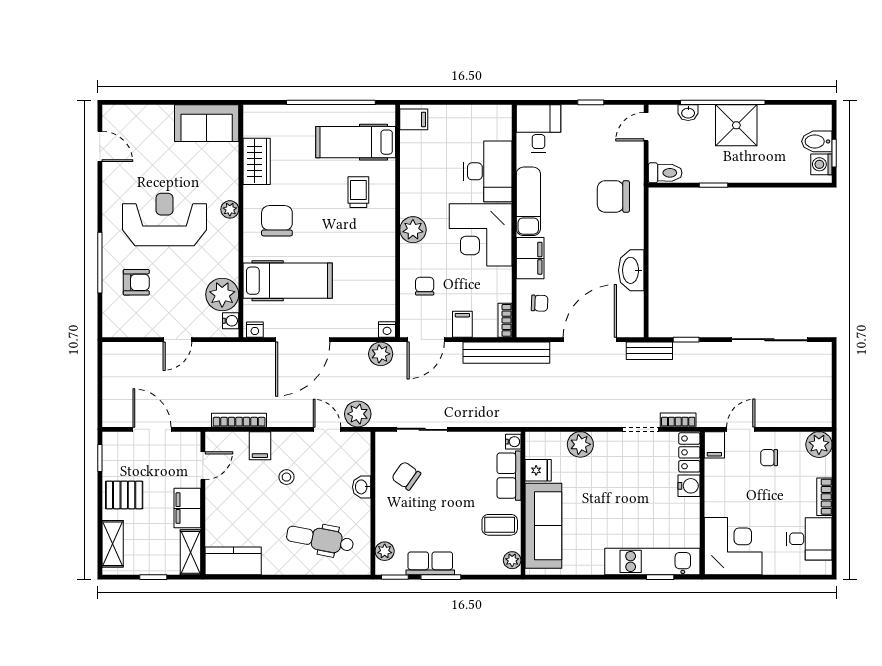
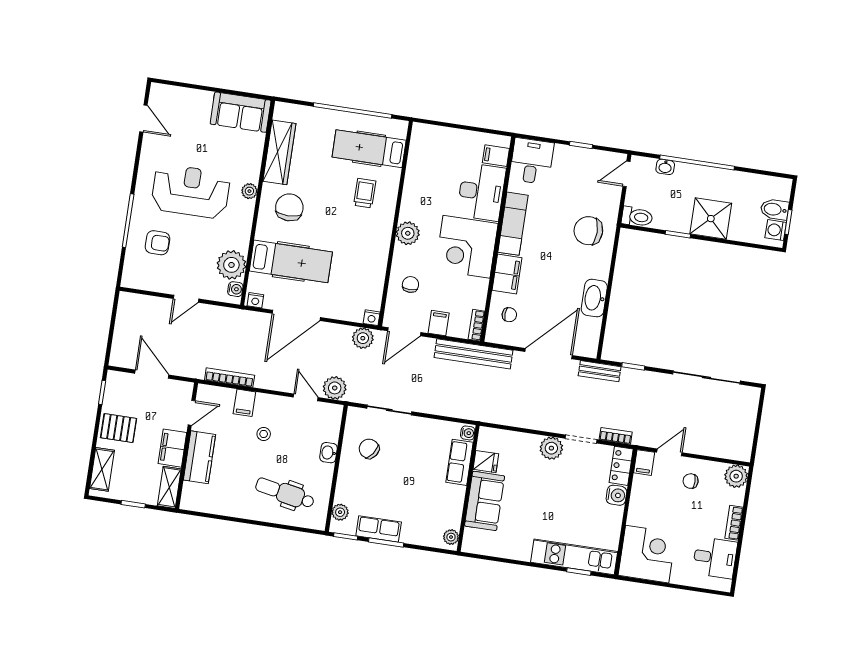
filing cabinet: (414, 119) -> (496, 156), moved, turned 180
shower: (736, 125) -> (711, 219), moved
wardrobe: (257, 161) -> (279, 152), width x1.50
plant: (580, 444) -> (551, 448), moved
coffee table: (500, 525) -> (445, 504), removed
sofa: (543, 526) -> (485, 501), width x0.73
kitchen counter: (233, 561) -> (200, 457), moved, turned 90

